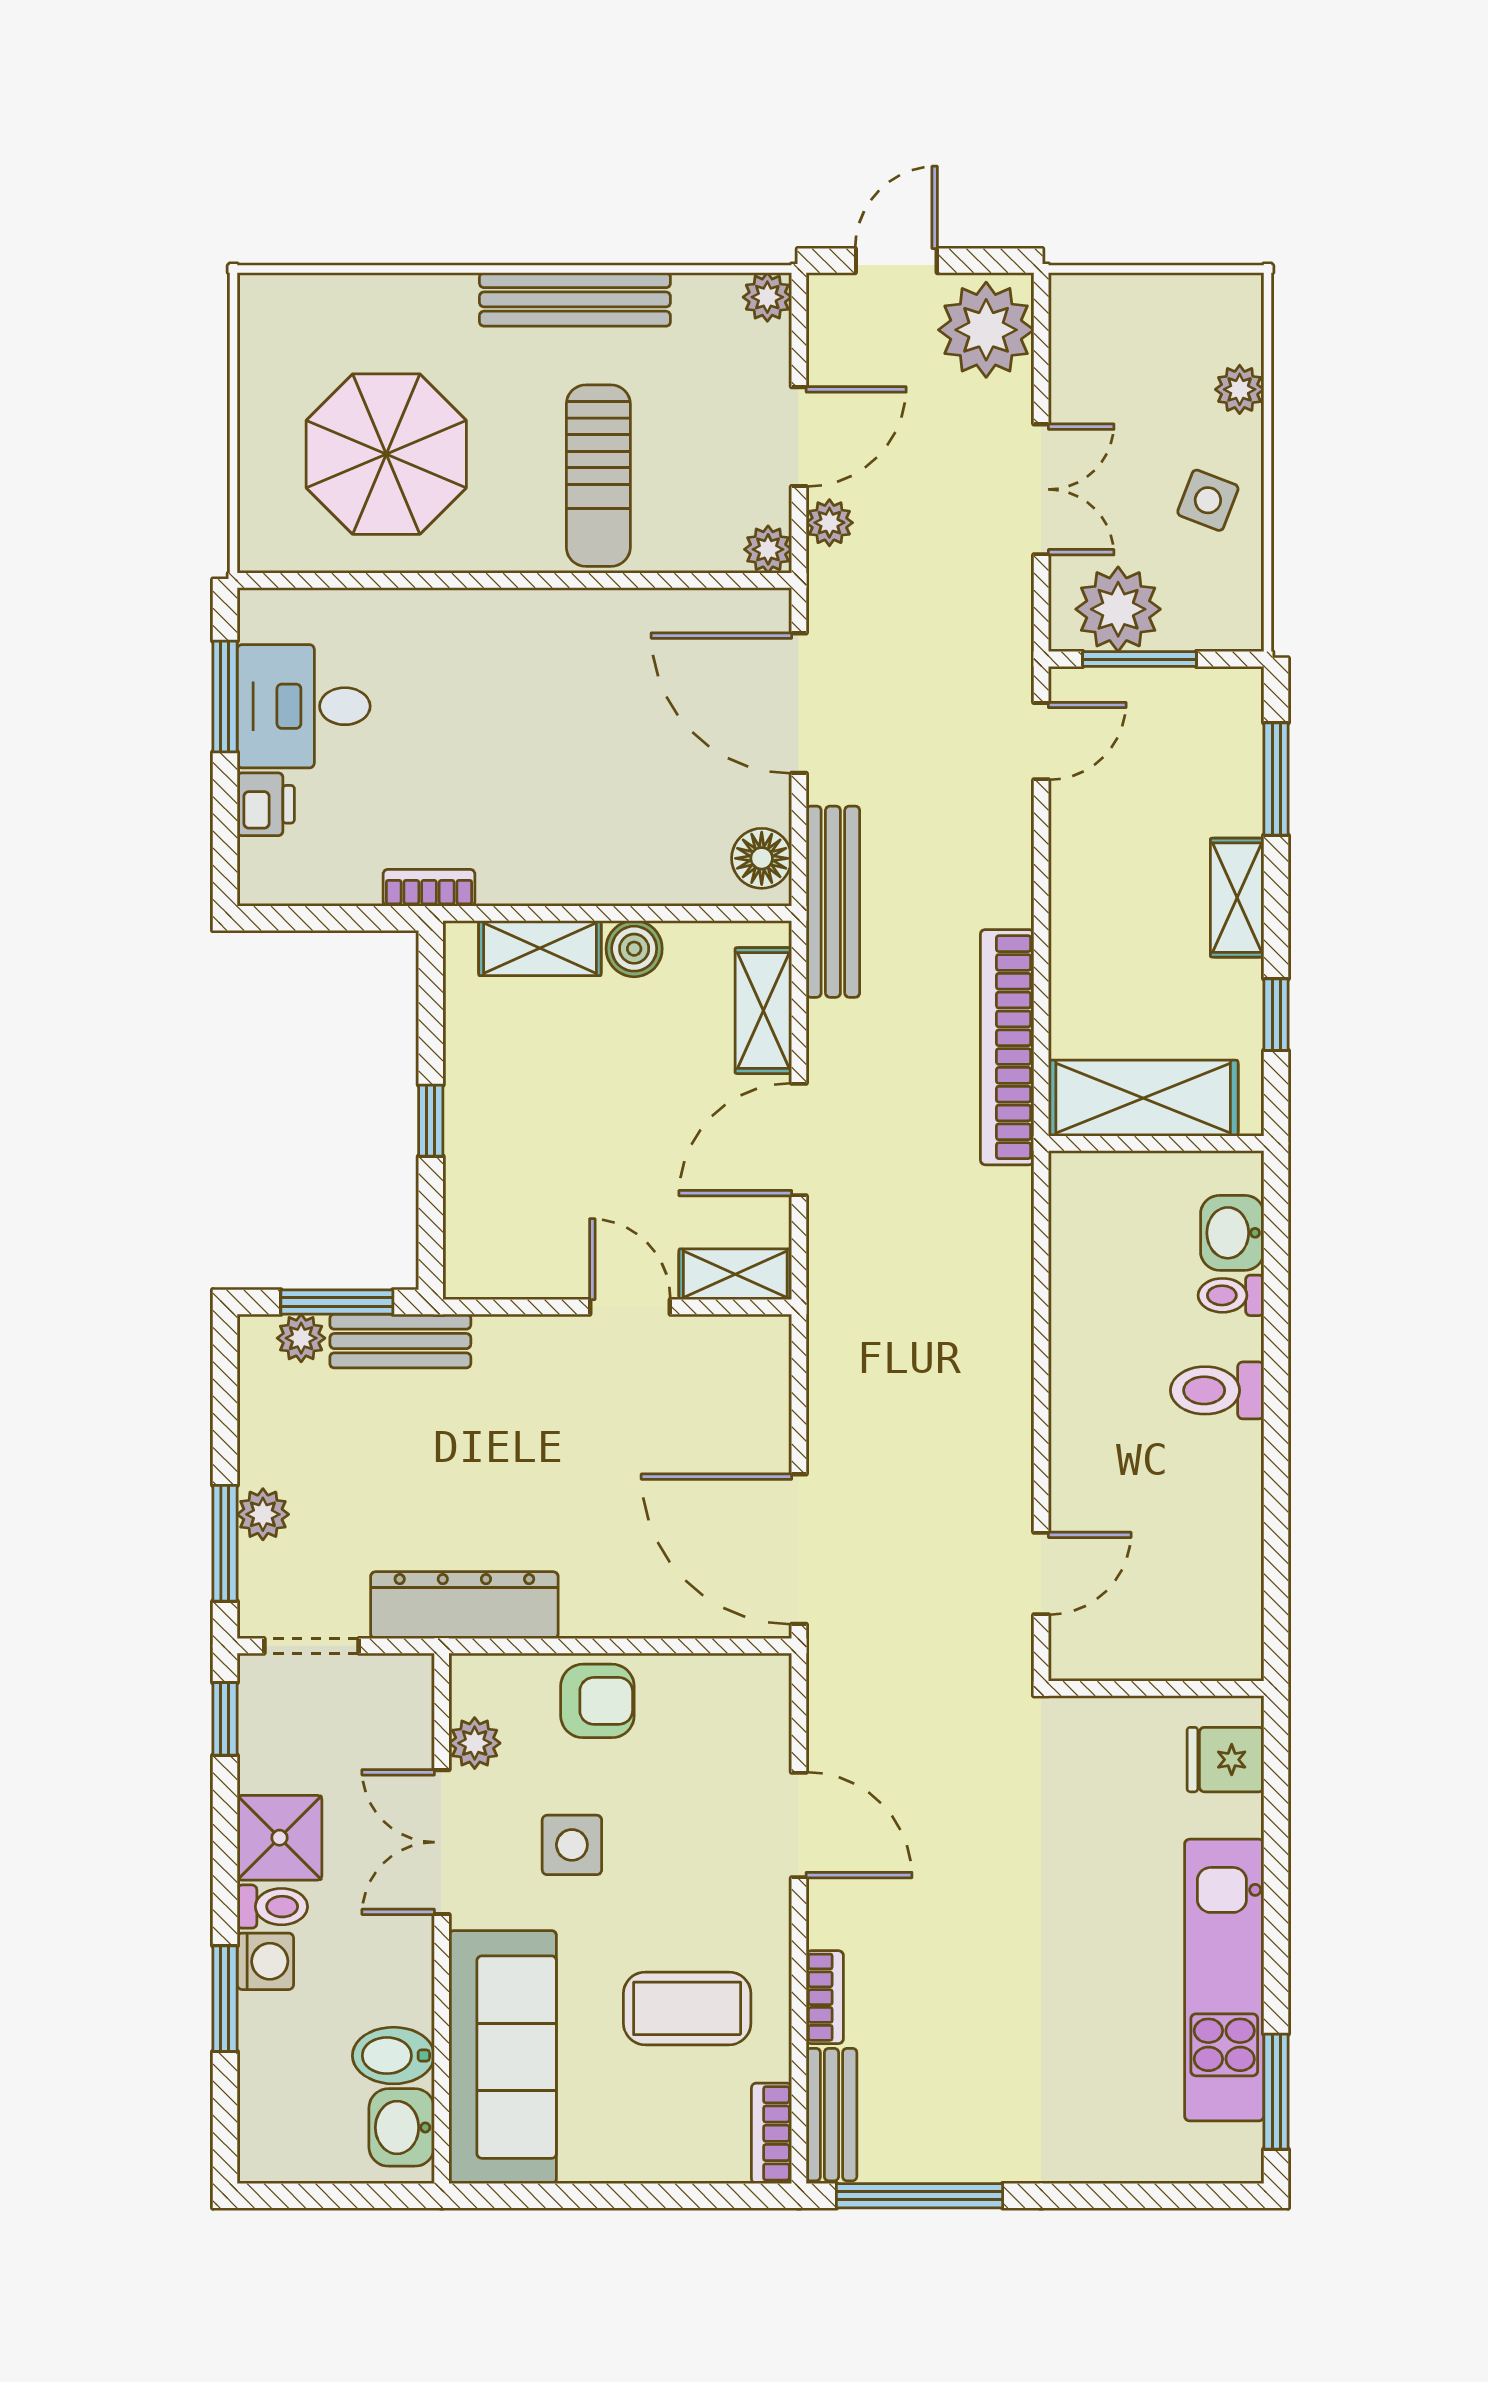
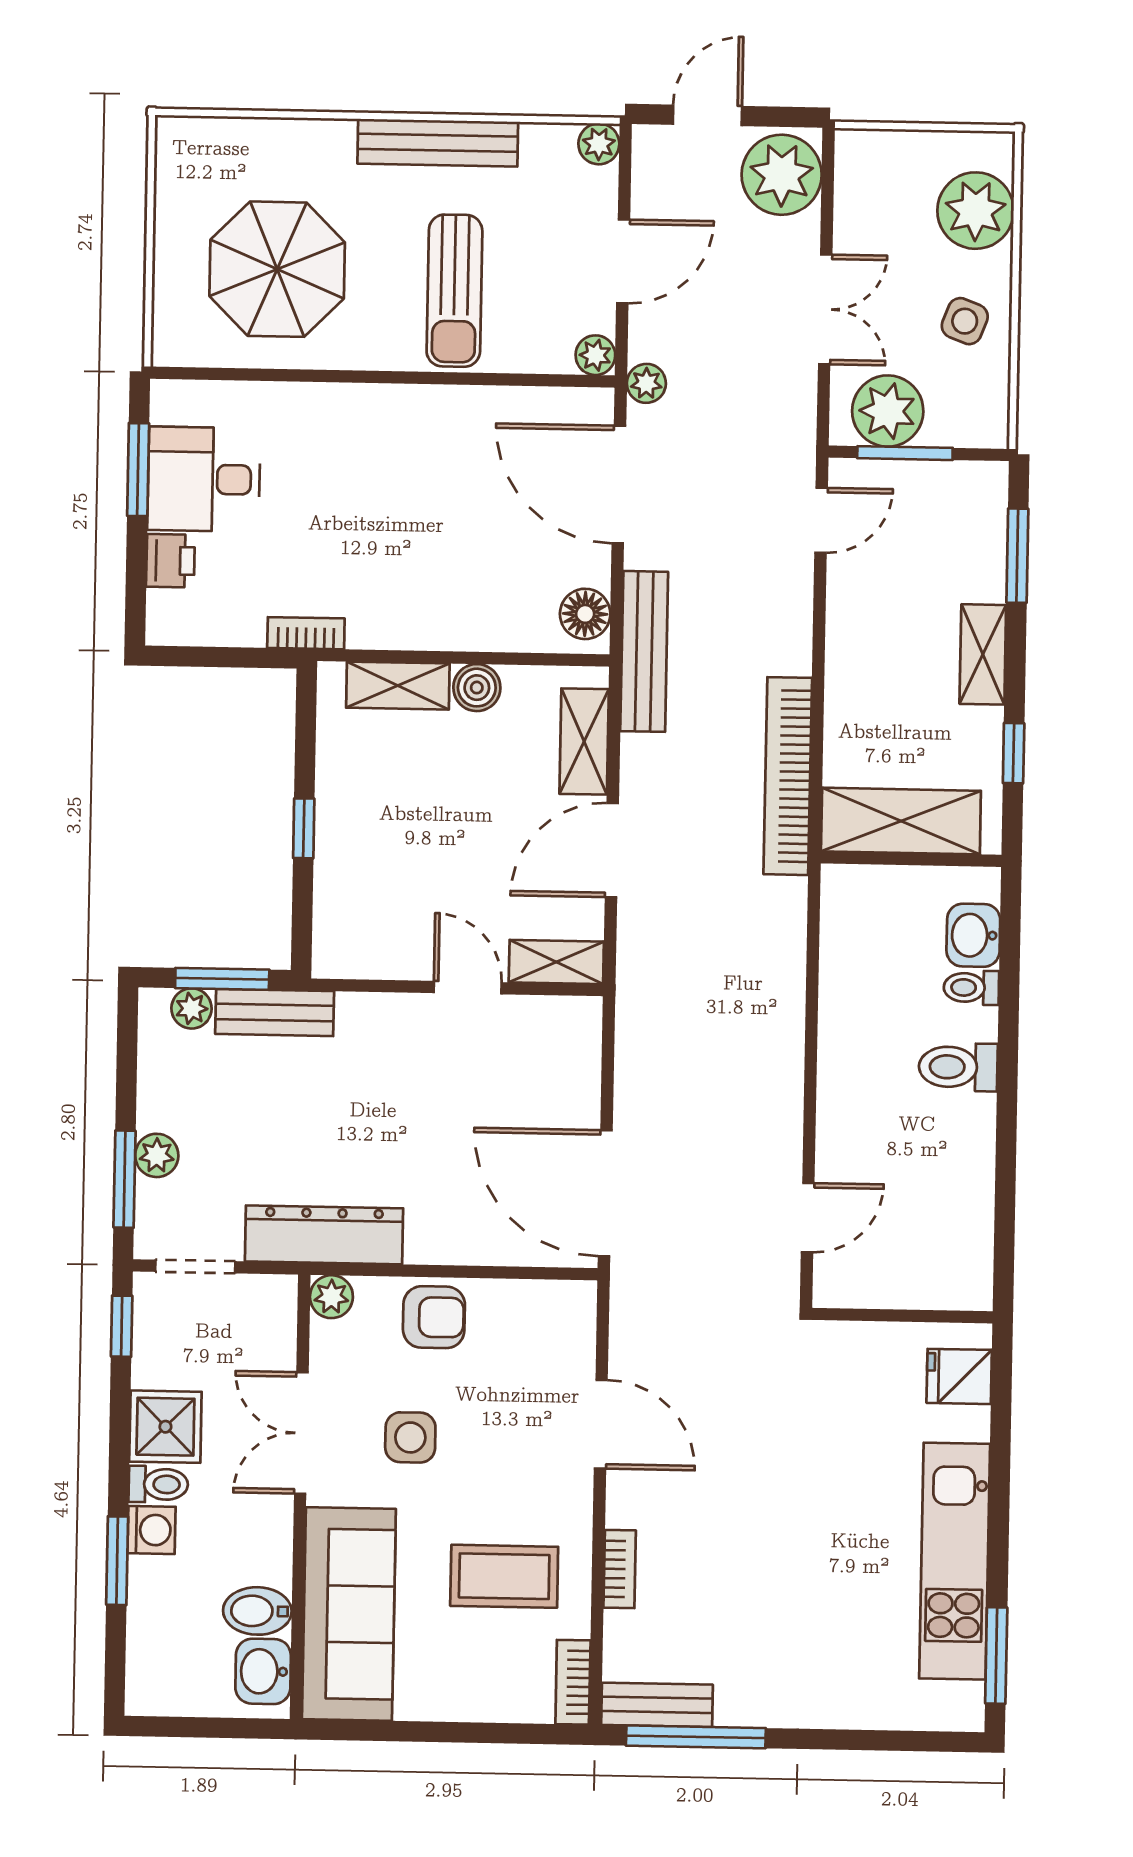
plant: (1240, 389) -> (976, 211), width x1.87, depth x1.87
plant: (829, 523) -> (646, 383), moved
plant: (475, 1743) -> (331, 1297), moved
bench: (831, 2115) -> (657, 1705), moved, turned 90

